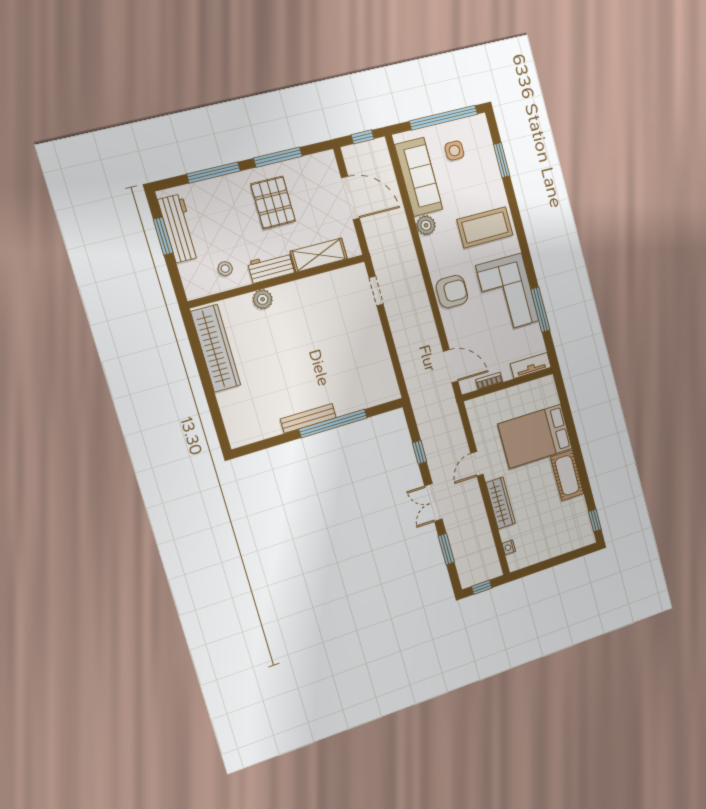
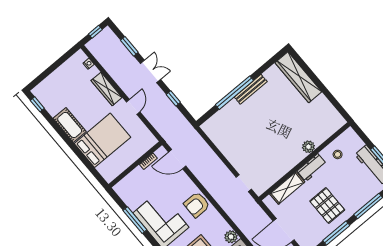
wardrobe: (216, 348) -> (298, 77), moved
tv unit: (531, 365) -> (126, 183), removed

